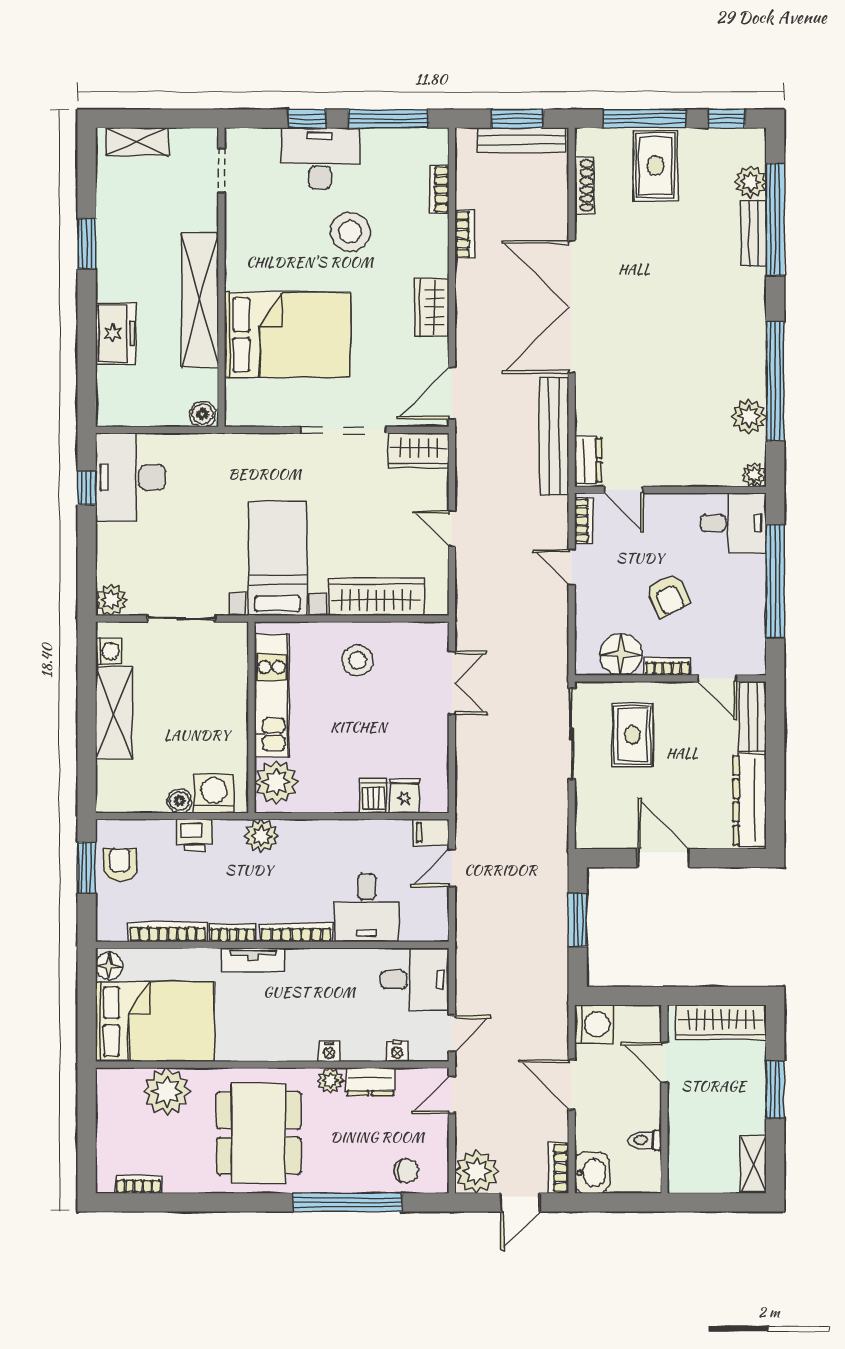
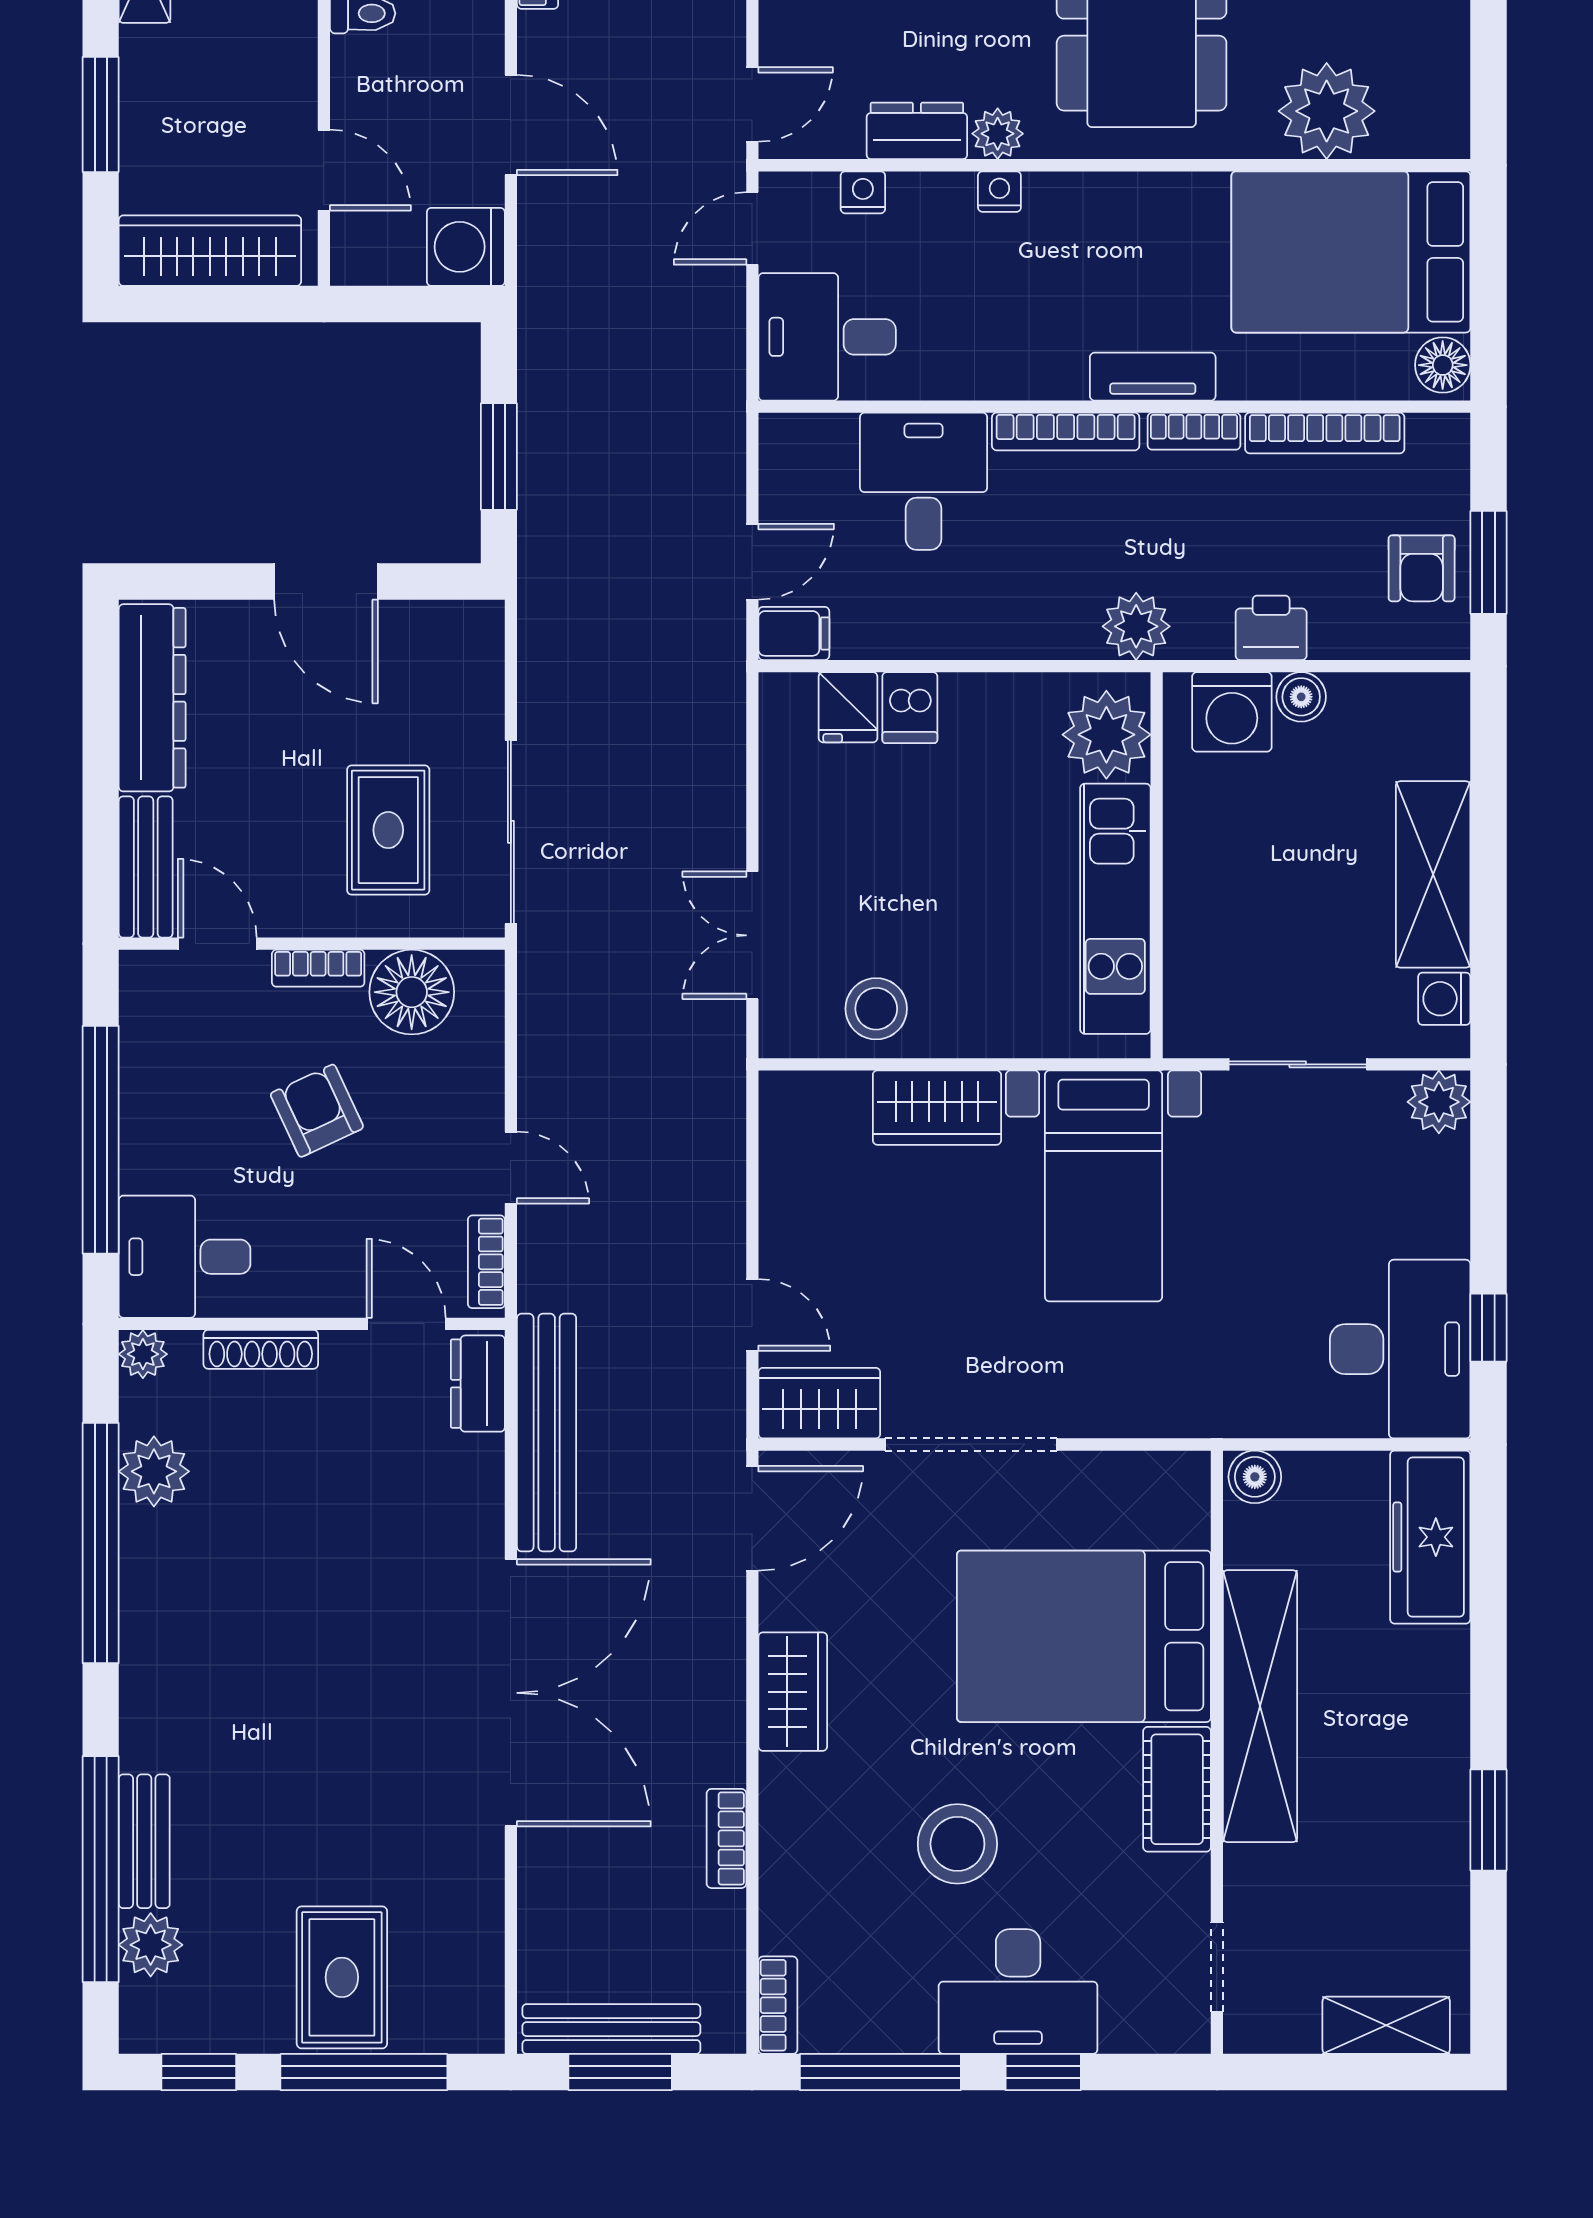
shoe rack: (584, 185) -> (261, 1349), moved, turned -90
bookcase: (439, 190) -> (778, 2005), moved
cot: (241, 259) -> (1177, 1789), added
freezer: (116, 333) -> (1430, 1537), moved, width x1.40
door: (452, 529) -> (752, 1315), moved
wardrobe: (376, 597) -> (937, 1108), width x0.67
stool: (358, 660) -> (876, 1009), moved

